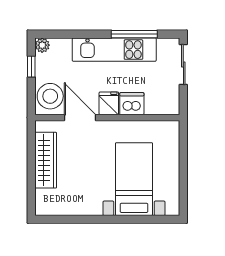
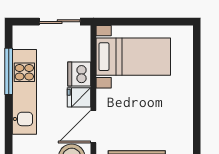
sliding door: (183, 65) -> (60, 22), moved
bed with nightstands: (134, 179) -> (133, 57), moved, turned 180

